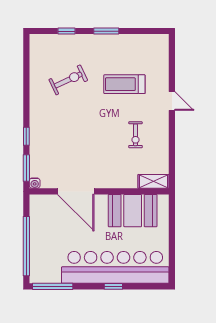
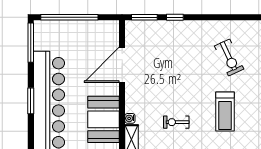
treadmill: (124, 84) -> (225, 112), turned 180
water cooler: (35, 183) -> (130, 118), moved
window: (113, 286) -> (31, 101), width x1.50

